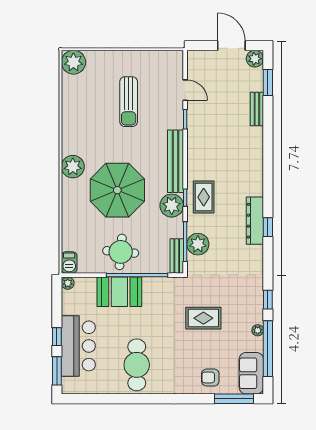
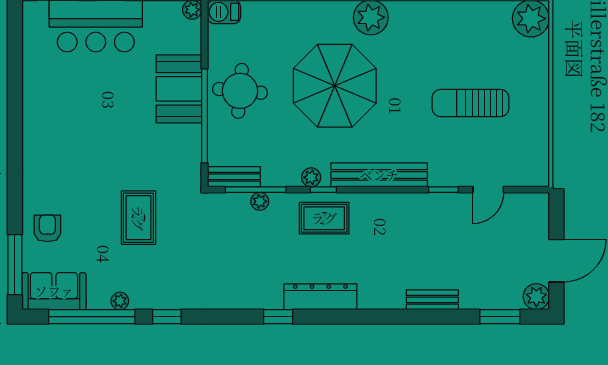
bench: (257, 109) -> (432, 300), moved
plant: (172, 206) -> (311, 177), width x0.53, depth x0.53
dresser: (255, 221) -> (320, 297), moved
plant: (198, 244) -> (260, 201), width x0.53, depth x0.53
cafe table: (137, 365) -> (67, 115), removed

